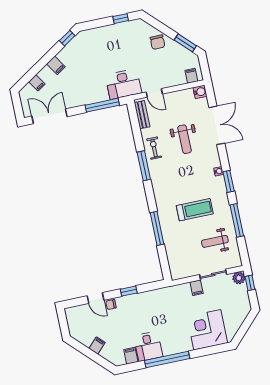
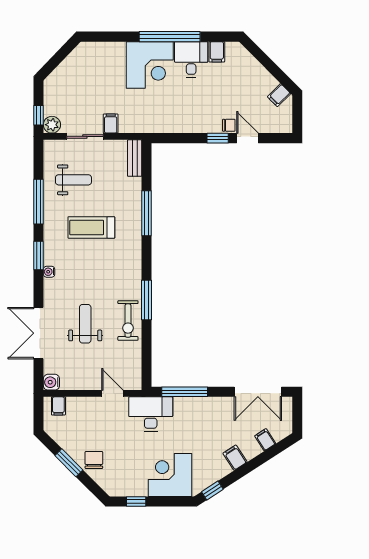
corner desk: (100, 43) -> (170, 475), added
window: (185, 43) -> (69, 463), moved
bench: (142, 115) -> (135, 158), moved
exercise bike: (154, 148) -> (128, 320), width x1.38, depth x1.39
window: (129, 291) -> (218, 138), moved
corner desk: (207, 330) -> (150, 65), moved
filing cabinet: (97, 345) -> (279, 95), moved

